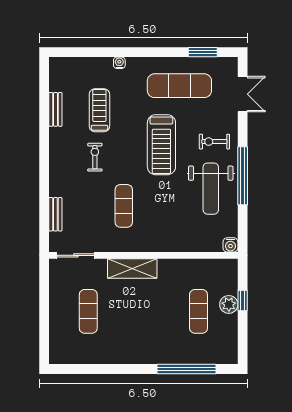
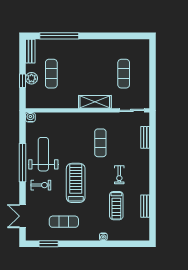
exercise mat: (179, 86) -> (64, 222), width x0.73, depth x0.69
bench: (231, 346) -> (30, 51), added

